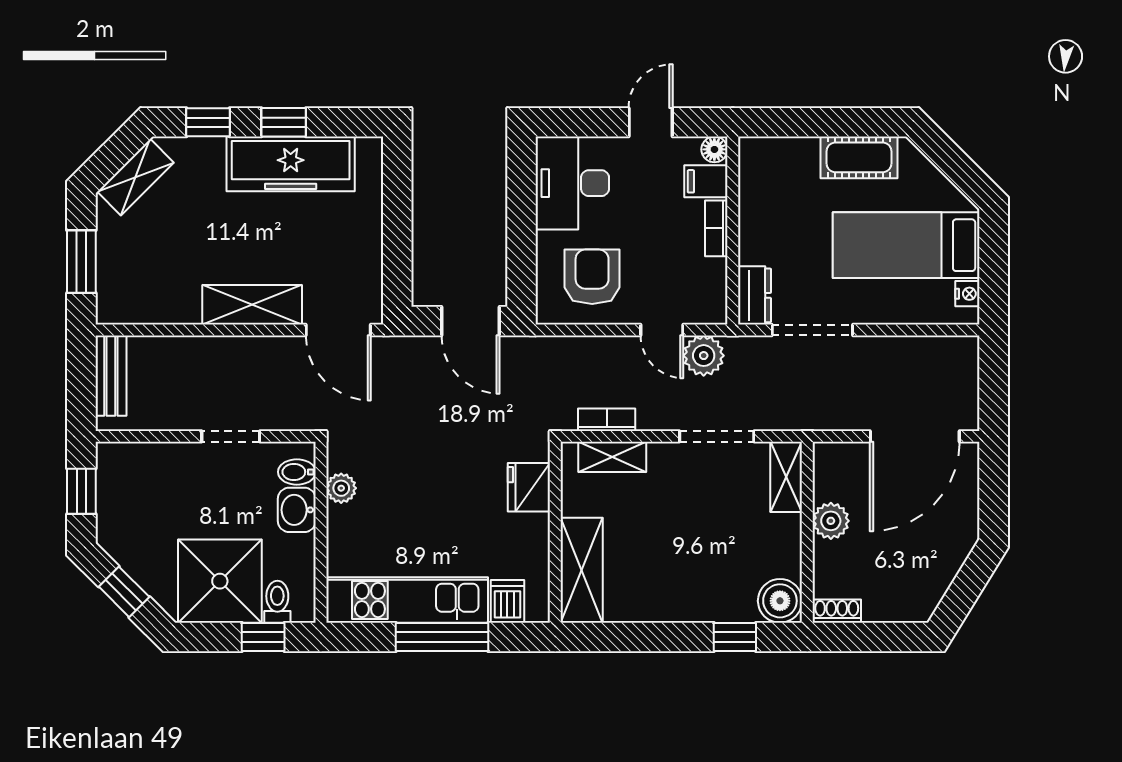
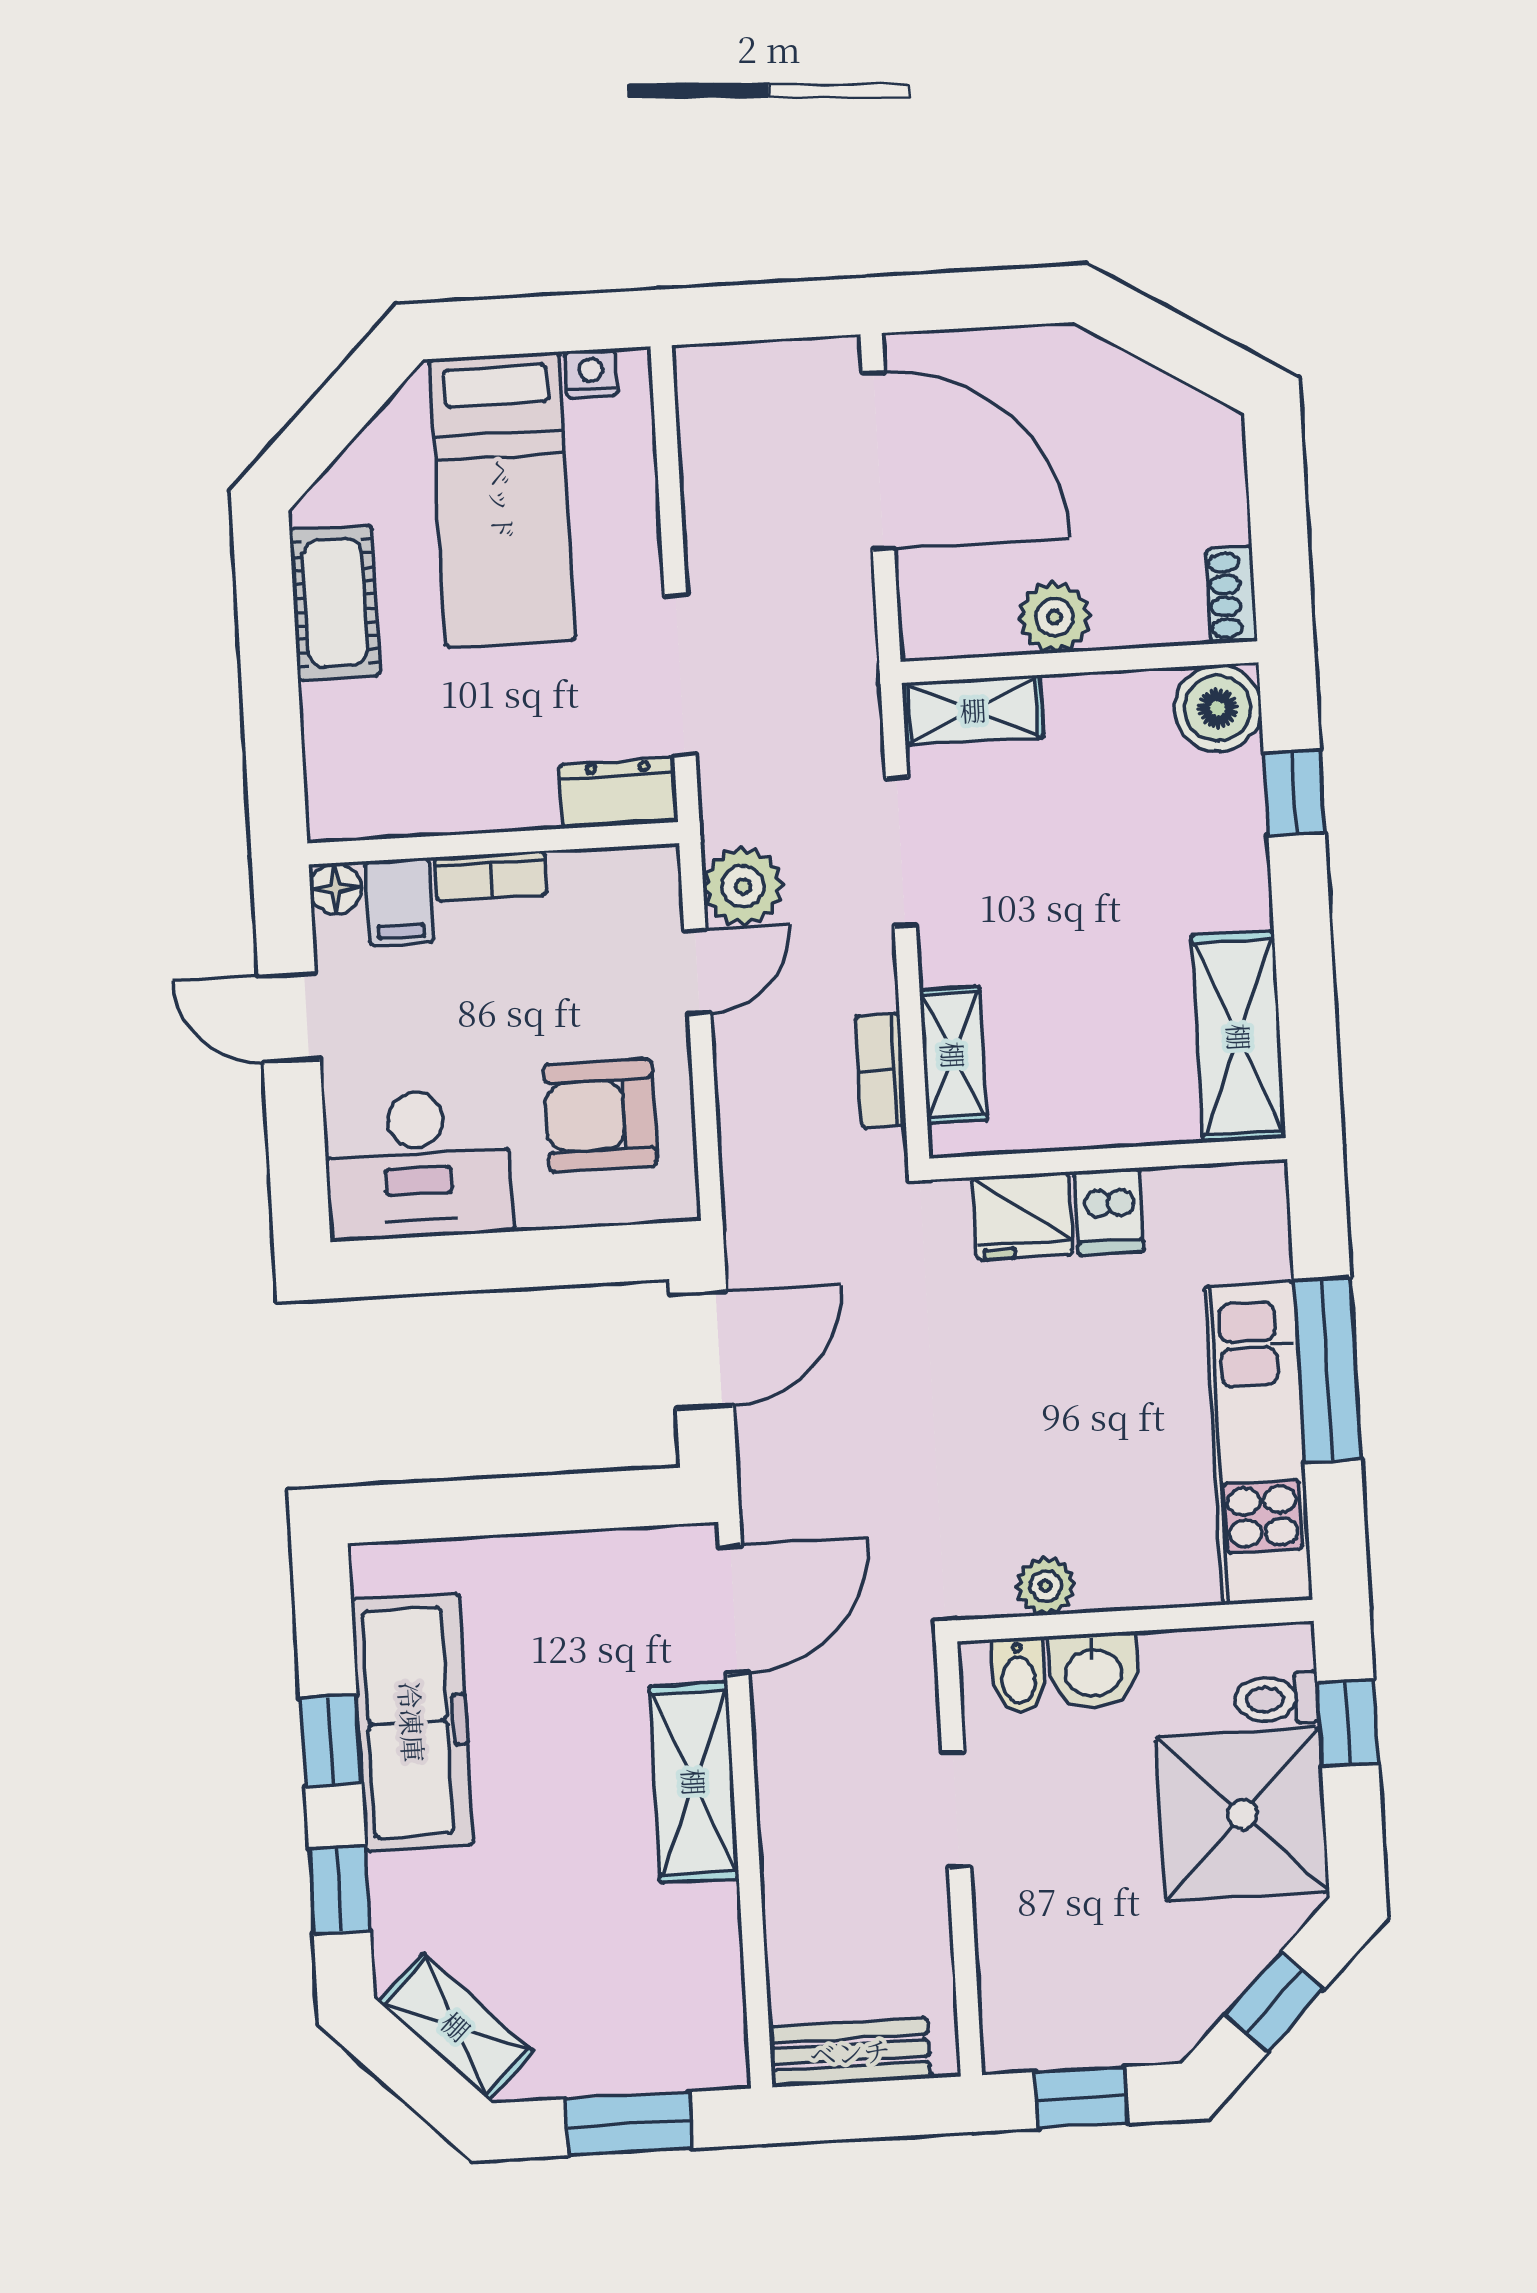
shelving: (582, 570) -> (1239, 1037), moved, turned 90
dishwasher: (507, 601) -> (1109, 1212), moved, turned -90

